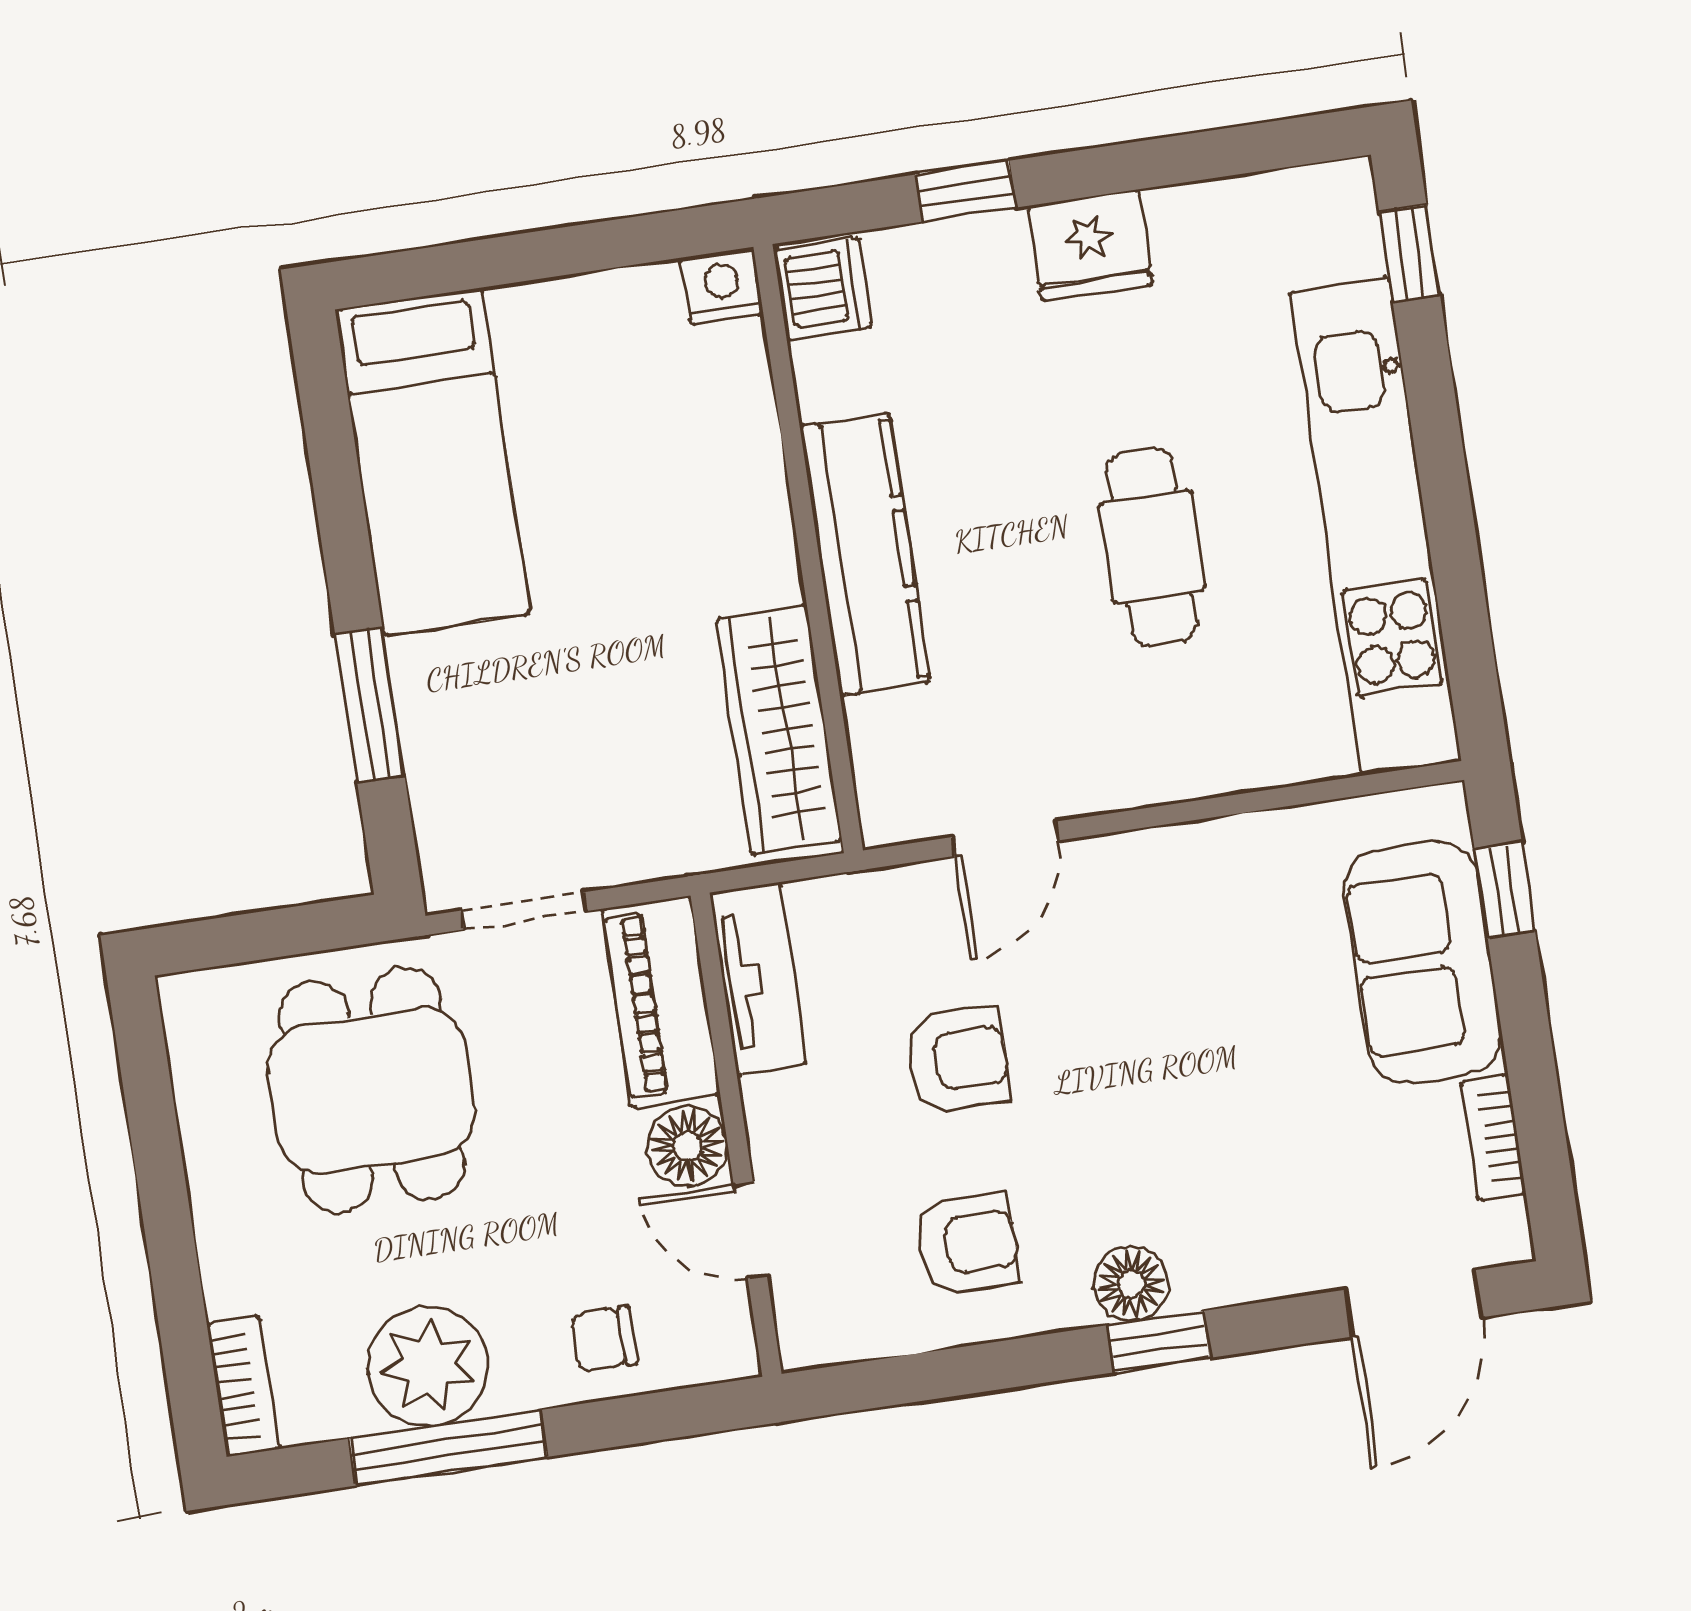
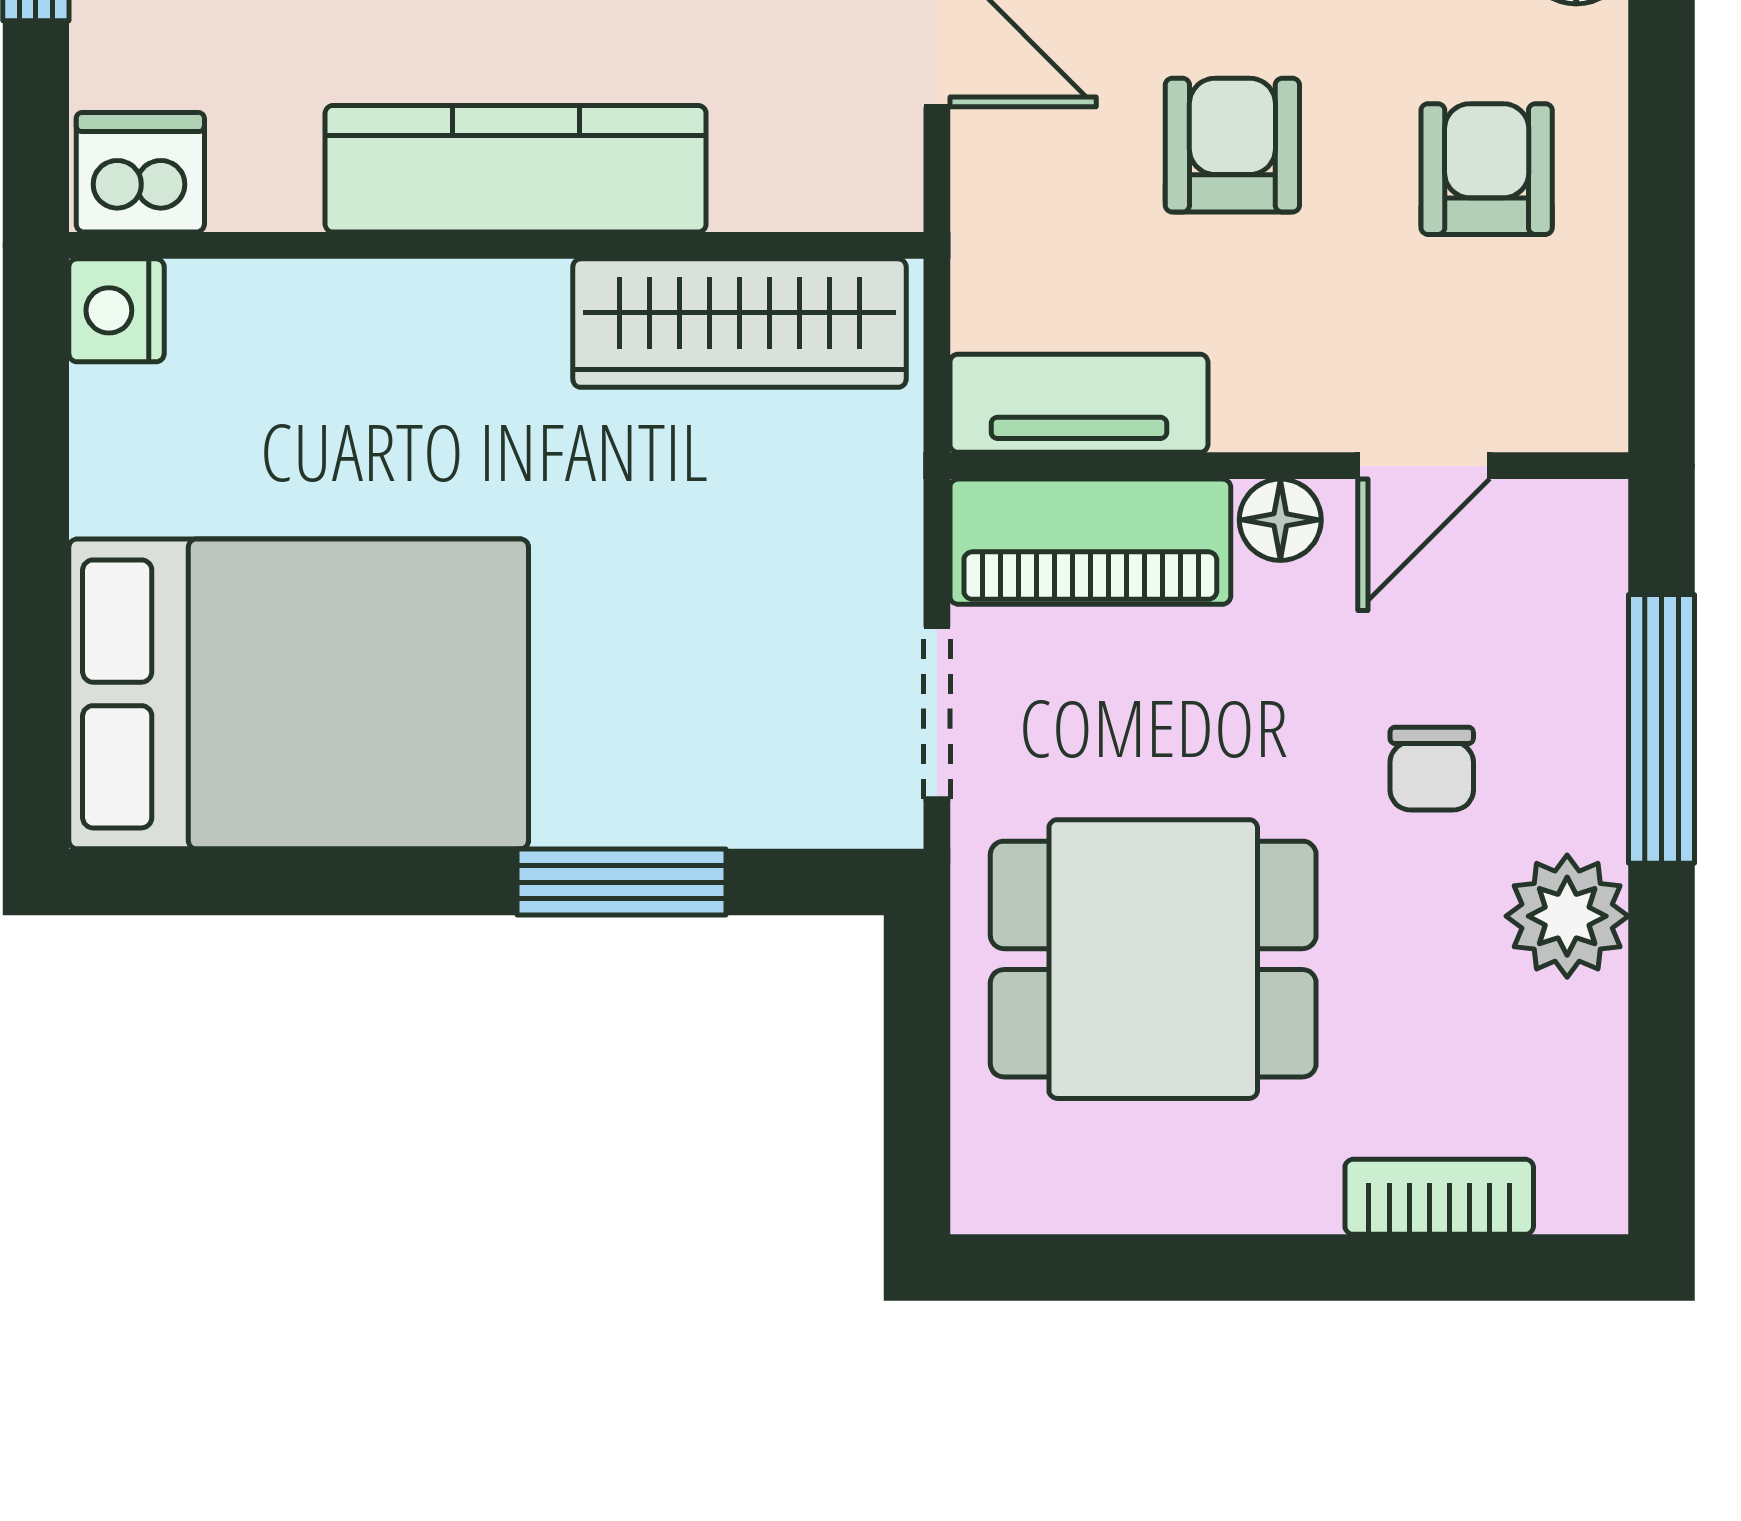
bed: (432, 461) -> (299, 694), width x1.50
floor lamp: (688, 1146) -> (1280, 520), width x0.73, depth x0.73
chair: (604, 1339) -> (1432, 769), moved
plant: (428, 1366) -> (1567, 916), width x0.73, depth x0.73
bookcase: (243, 1386) -> (1439, 1197), moved
window: (448, 1448) -> (1661, 729), moved

